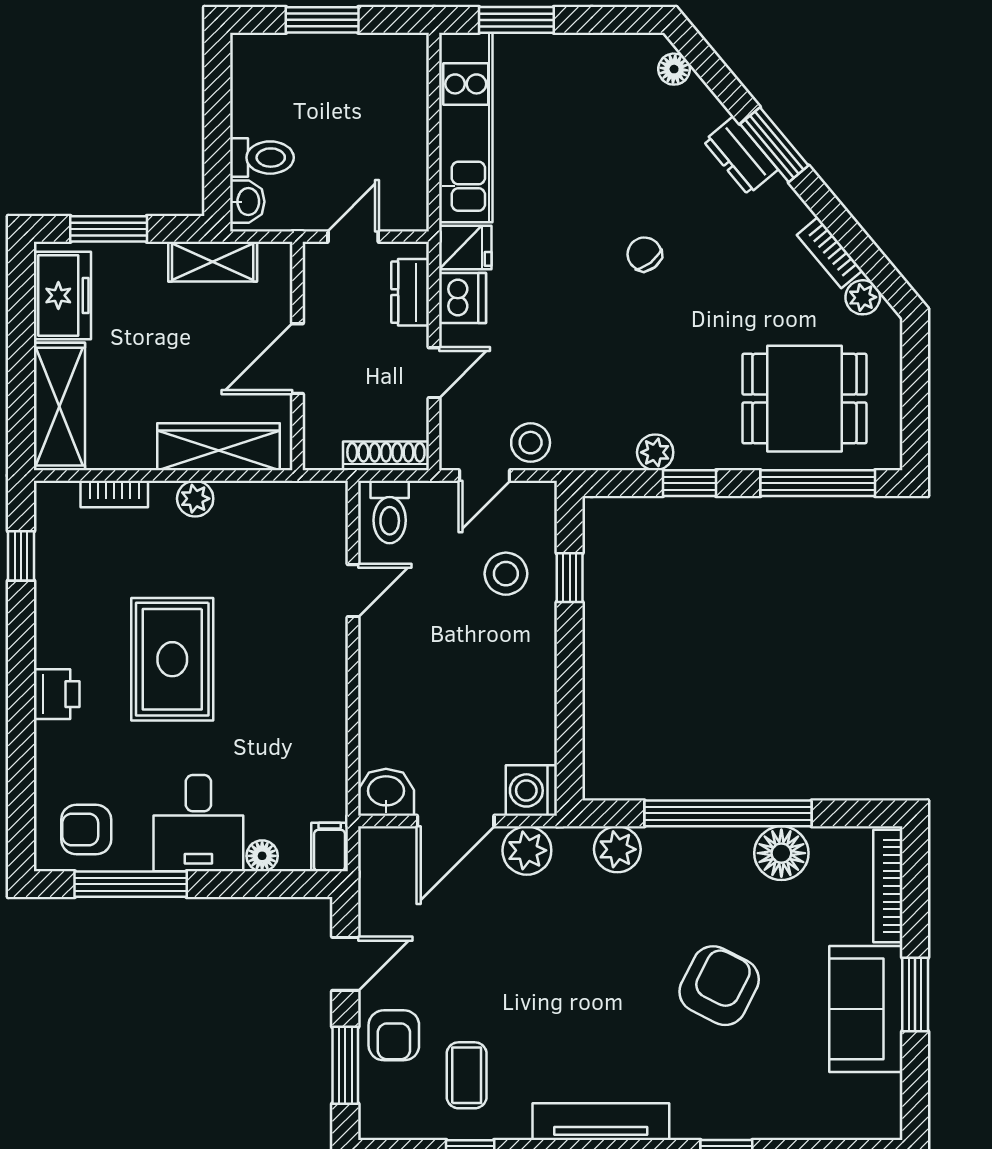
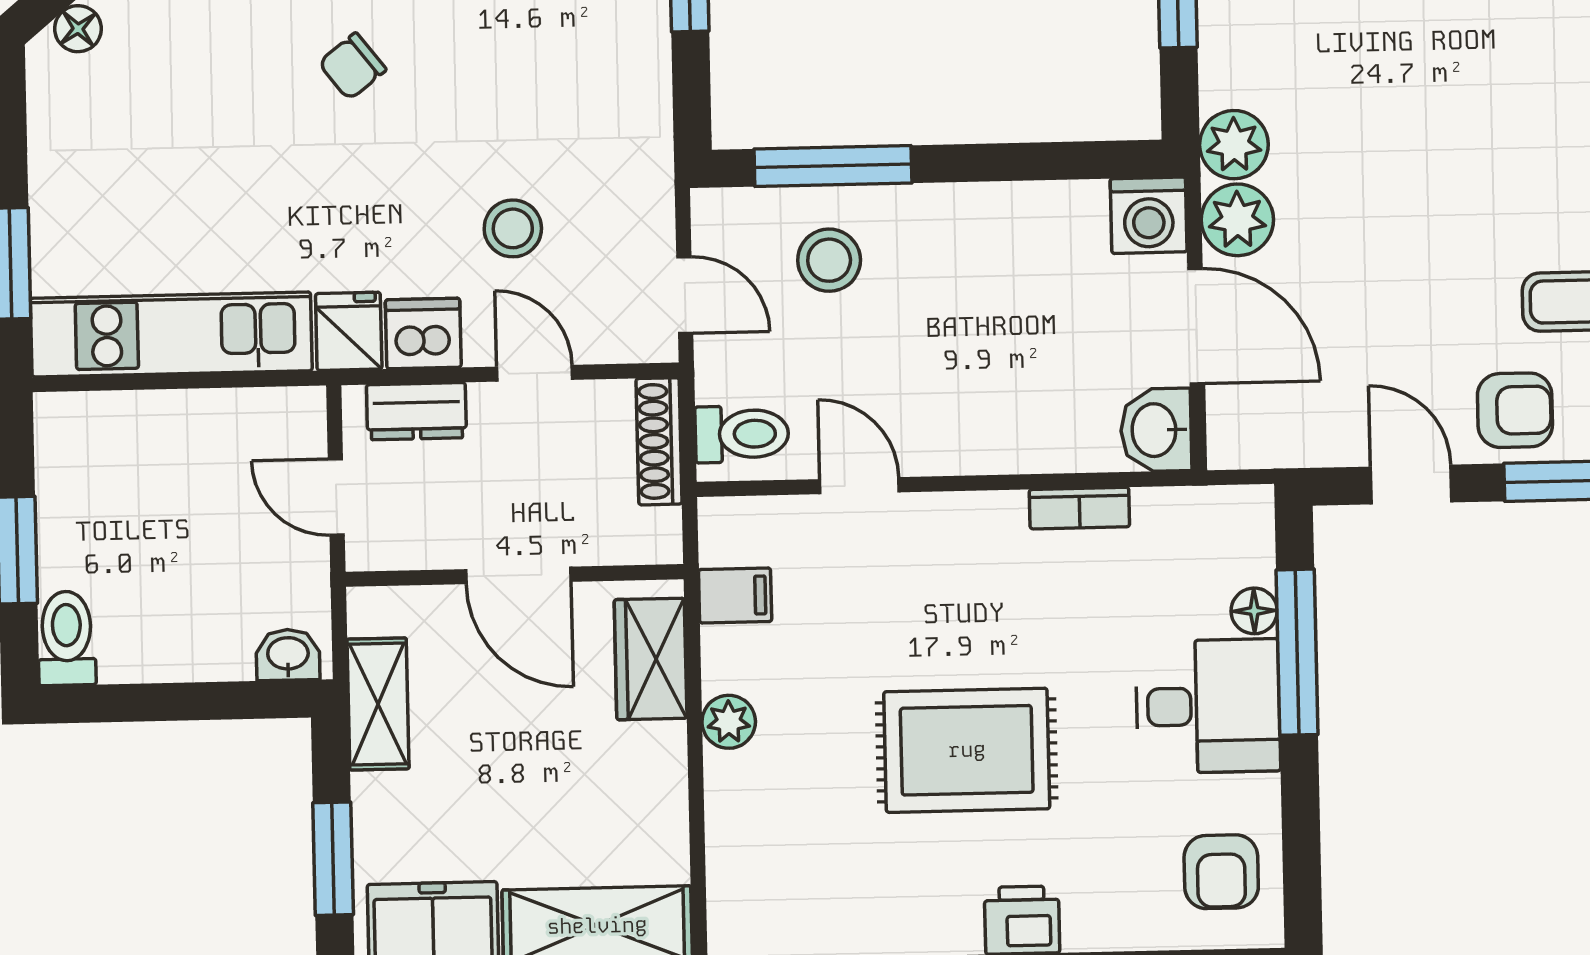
toilet: (262, 158) -> (67, 638), moved
stool: (531, 443) -> (513, 228), moved
wardrobe: (218, 447) -> (651, 659), width x0.67
plant: (655, 452) -> (645, 44), removed
bookcase: (114, 494) -> (1079, 508), moved, turned 90
window: (570, 578) -> (833, 166), width x2.17
filing cabinet: (330, 847) -> (735, 596), moved, turned 180
plant: (617, 849) -> (1234, 145), moved
window: (131, 884) -> (1297, 652), moved

